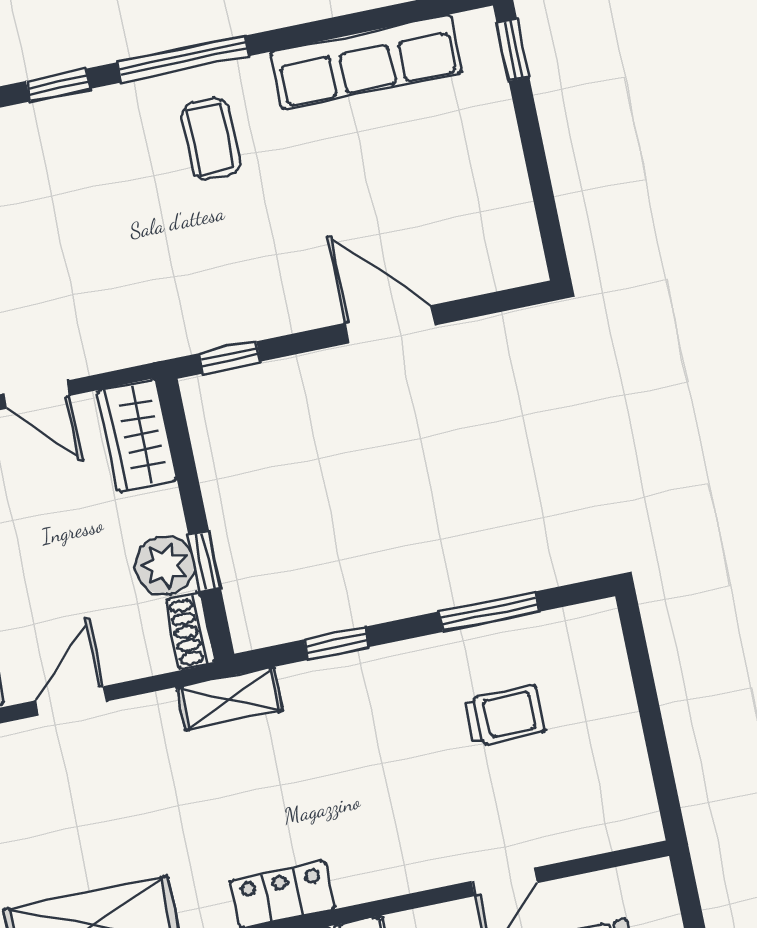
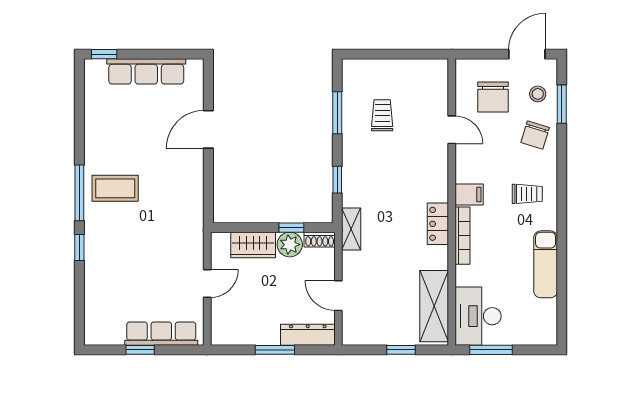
row of seats: (366, 62) -> (146, 71), moved, turned 90
coffee table: (211, 139) -> (115, 188), width x1.36, depth x1.30
window: (229, 357) -> (208, 200), removed
wardrobe: (137, 435) -> (253, 245), moved

